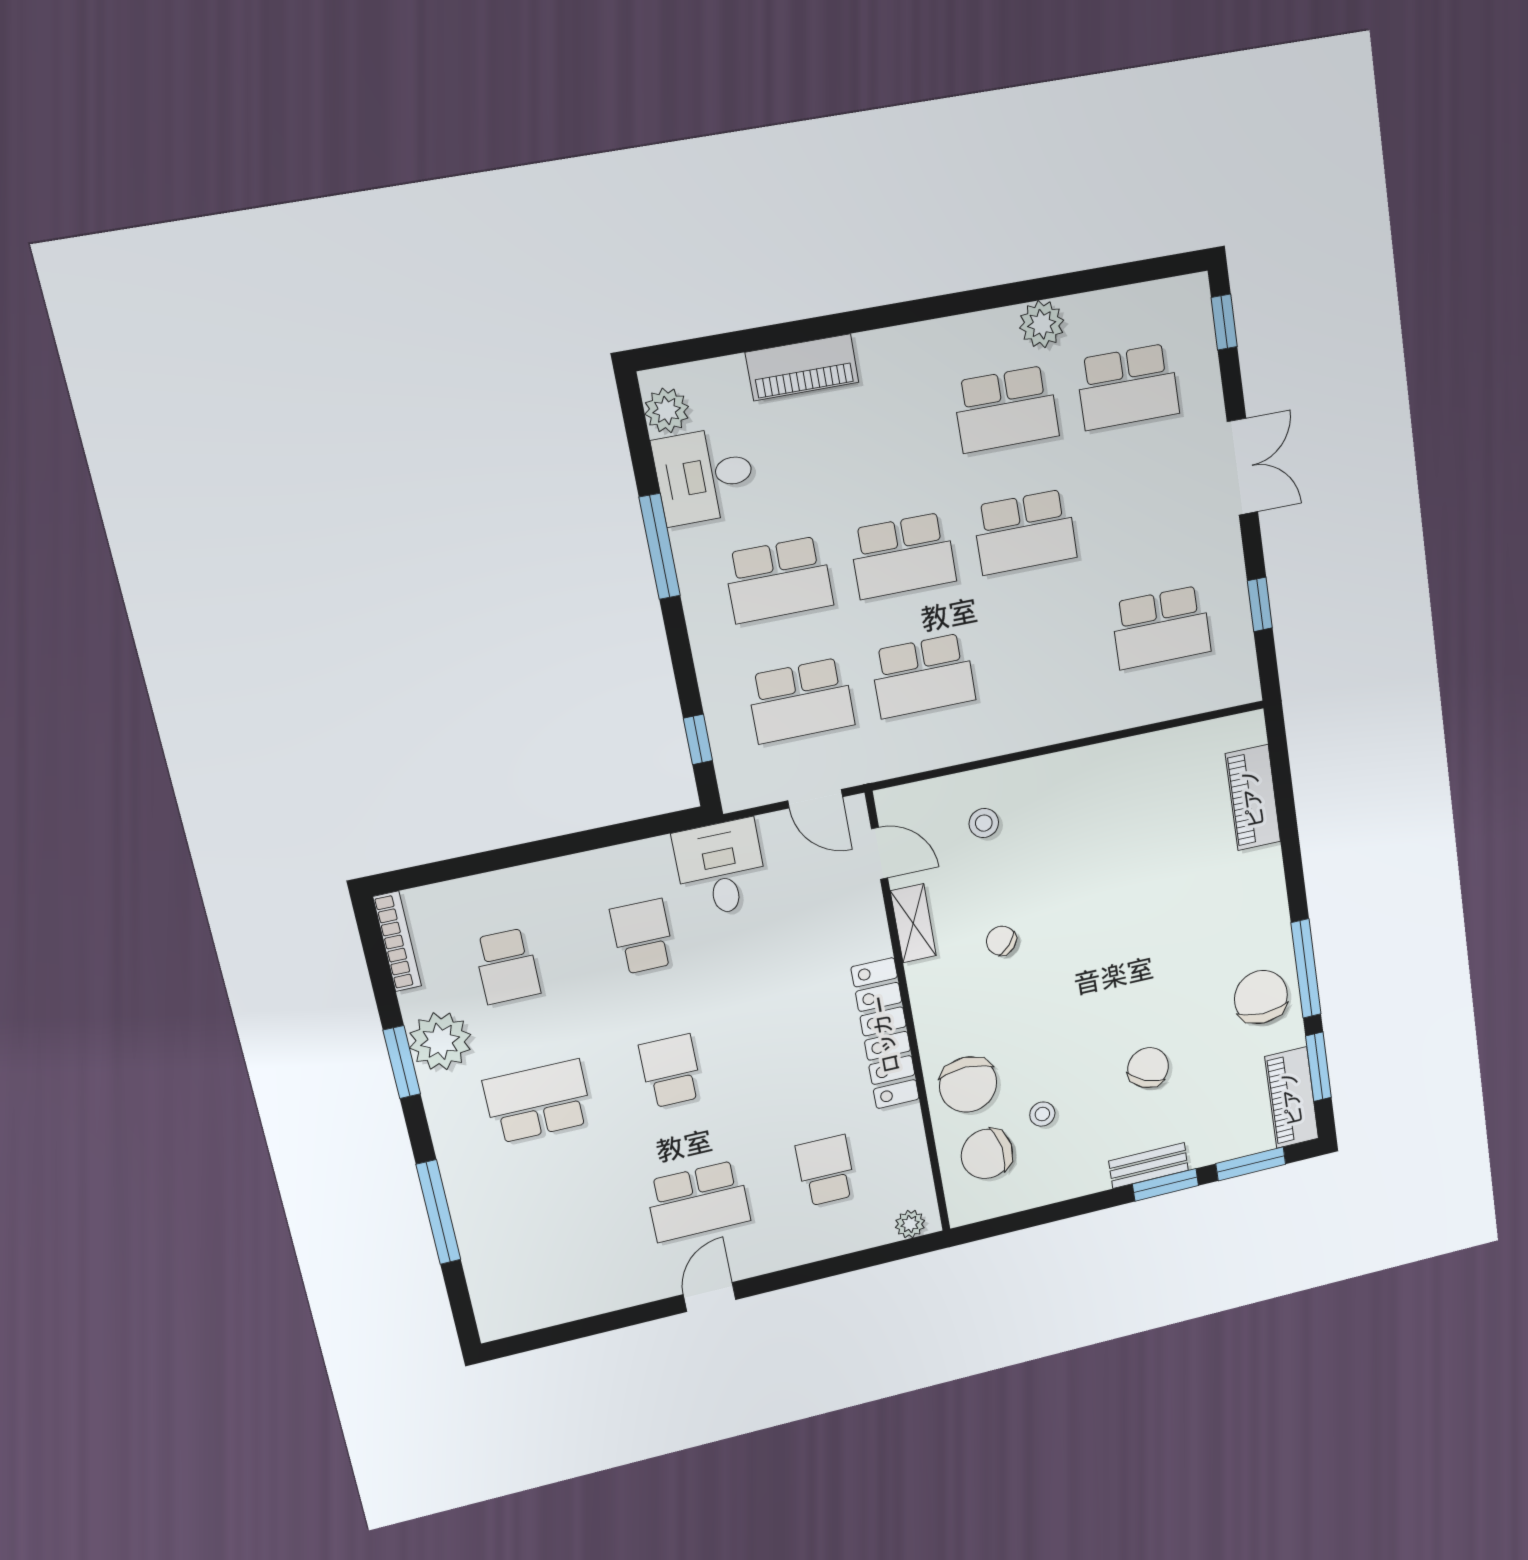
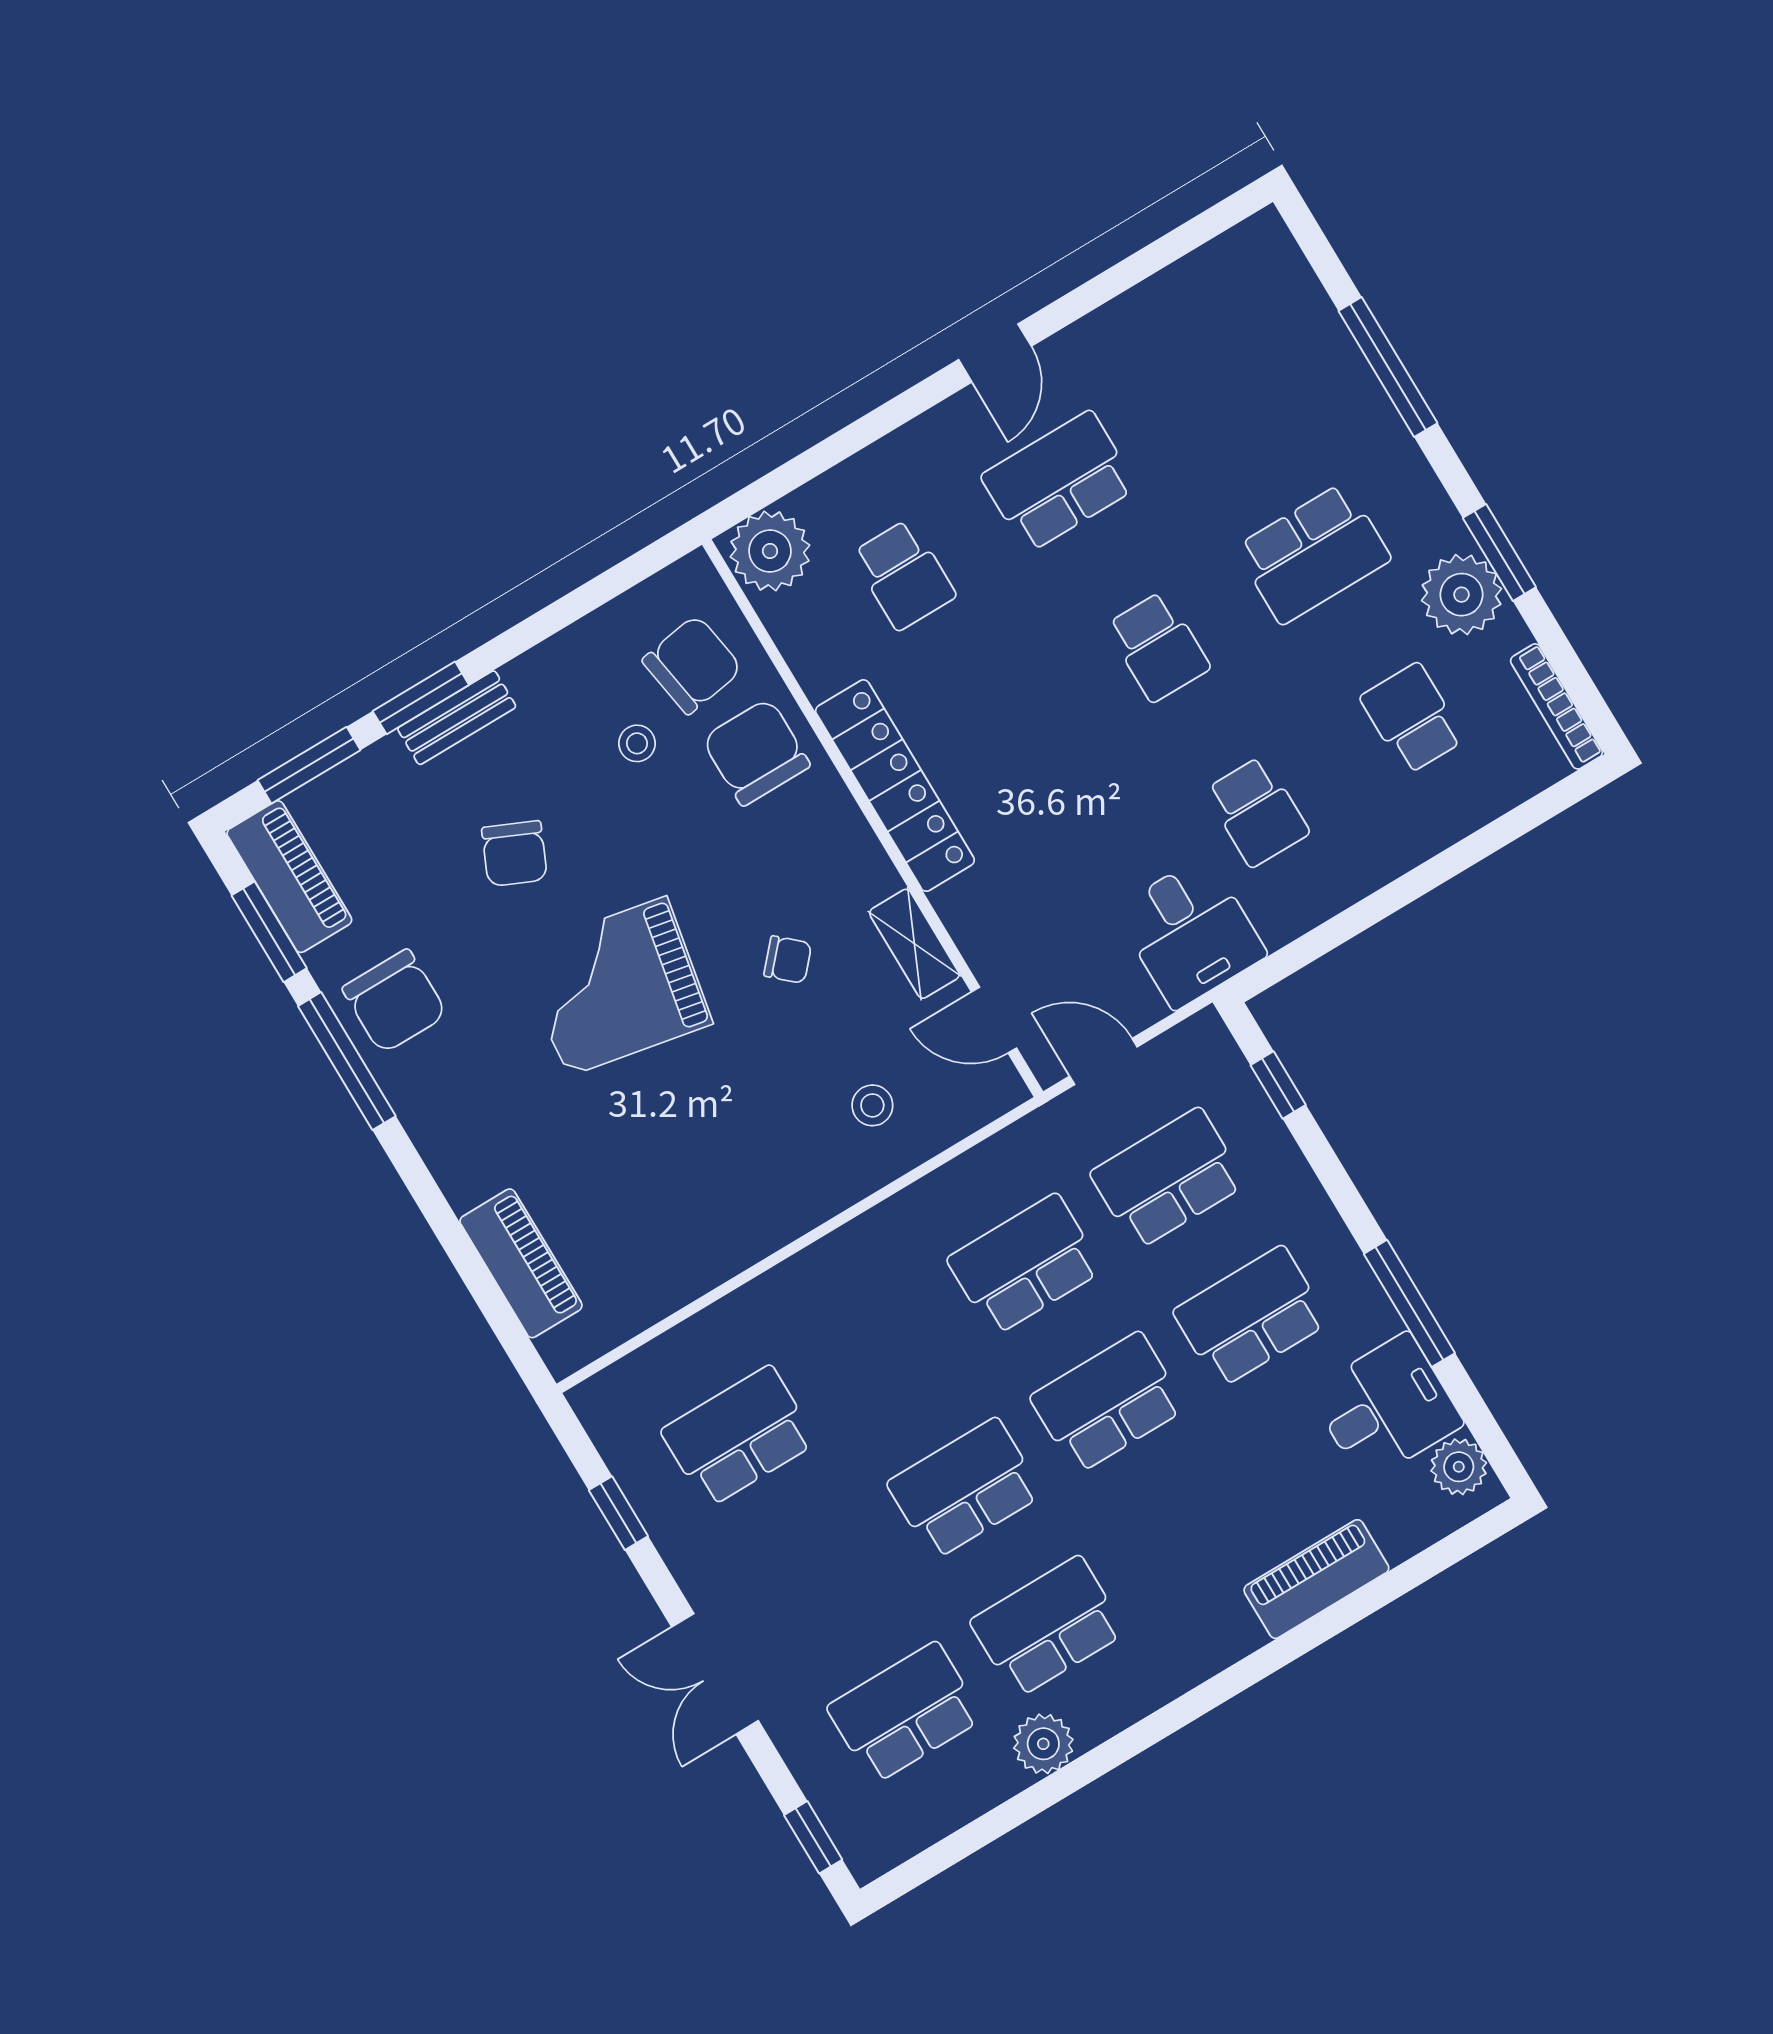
grand piano: (1119, 960) -> (616, 987), added
plant: (910, 1224) -> (770, 551), width x1.87, depth x1.87

